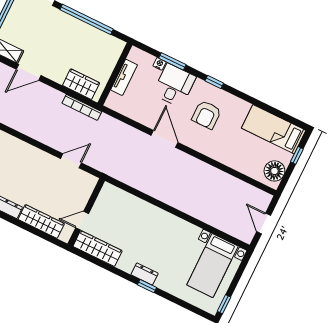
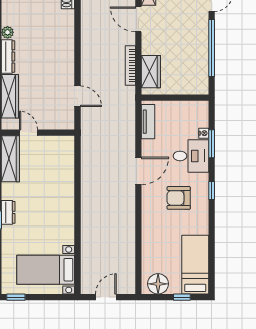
tv unit: (124, 77) -> (148, 122), moved, turned -90
bookcase: (82, 107) -> (130, 65), moved

